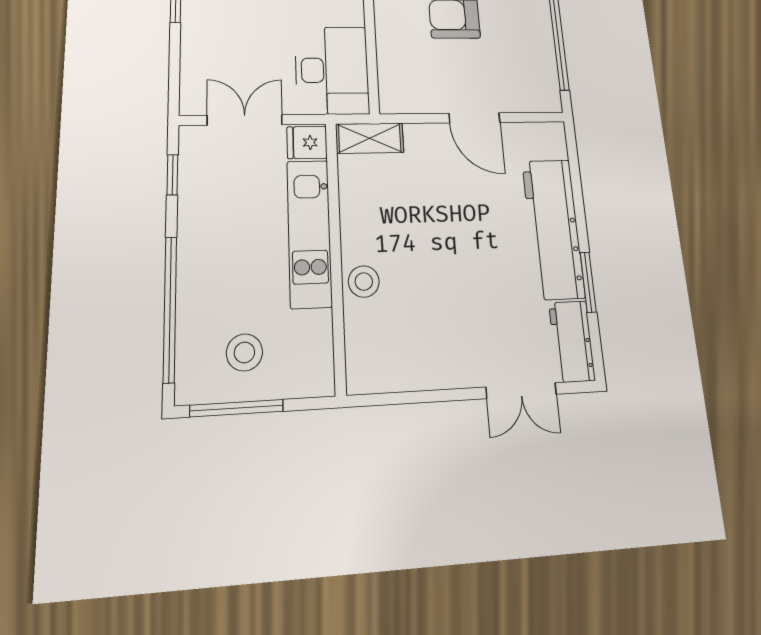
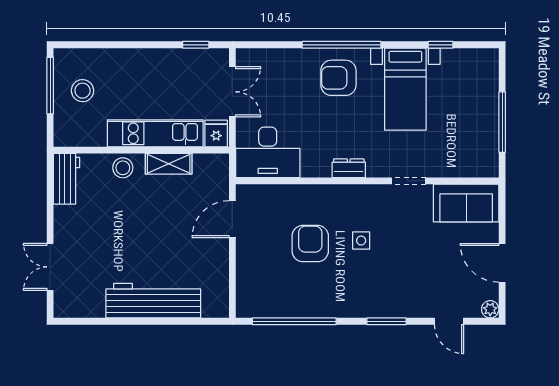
door: (474, 118) -> (232, 219), moved
shelving: (370, 138) -> (169, 164), moved, turned 90
window: (588, 282) -> (117, 321), removed
window: (170, 309) -> (111, 45), removed
workbench: (572, 341) -> (67, 179), moved, turned 90

